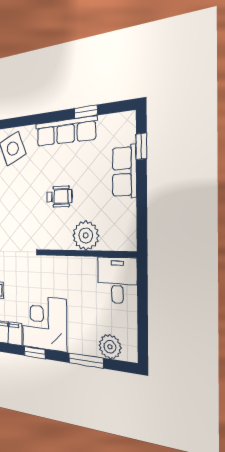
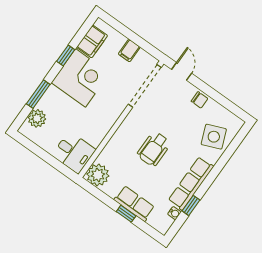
water cooler: (105, 121) -> (174, 213), added
window: (141, 146) -> (126, 214), moved
wheelchair: (59, 197) -> (154, 149), width x1.36, depth x1.37
plant: (86, 235) -> (98, 175), moved

